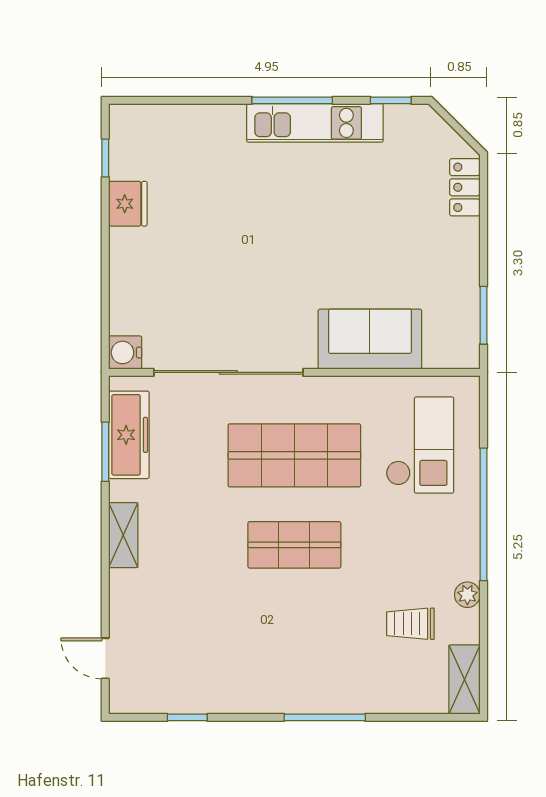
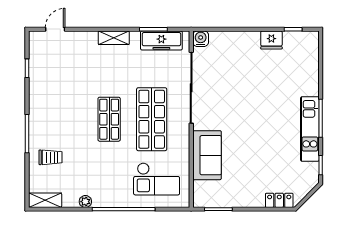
trolley: (410, 624) -> (51, 157), moved, turned 90

